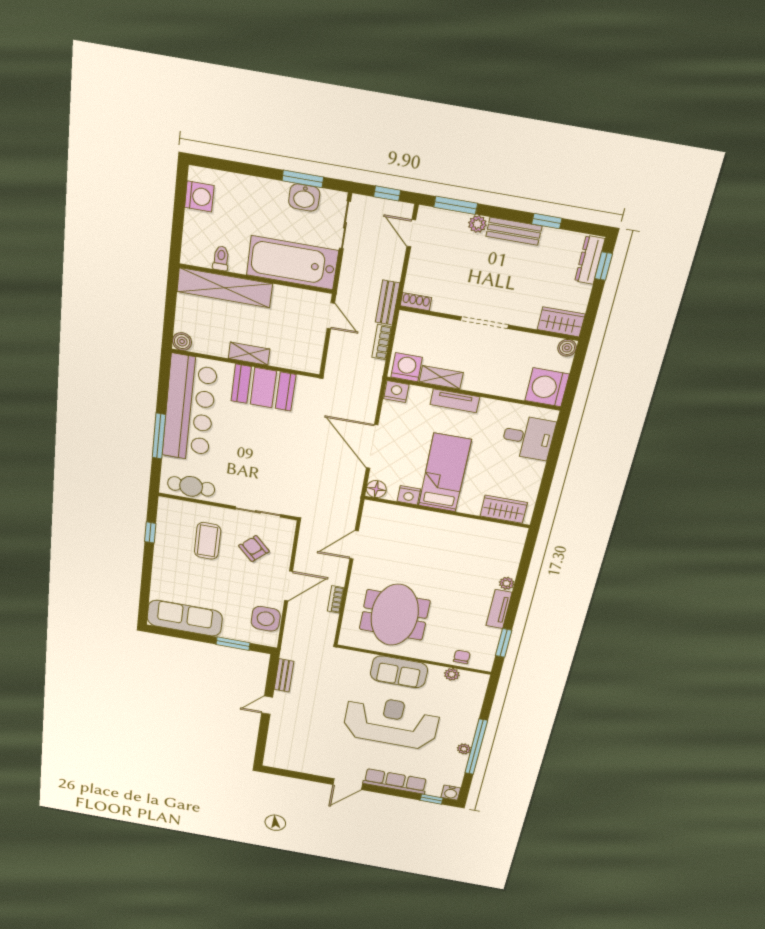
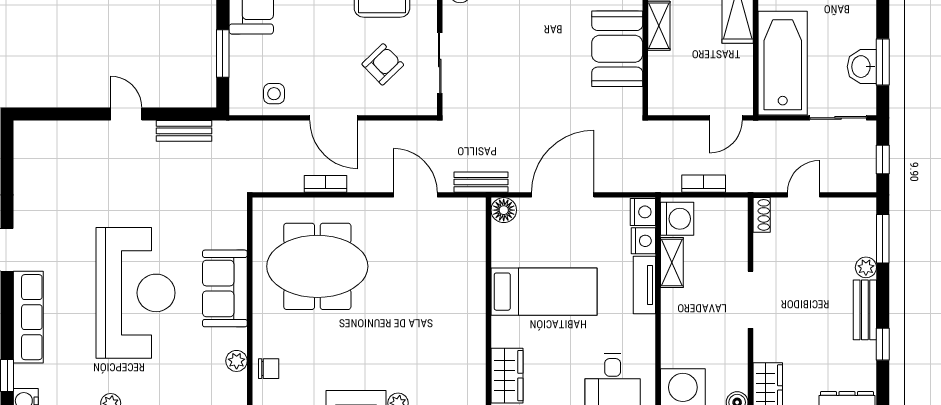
door: (411, 233) -> (804, 195), moved
bench: (388, 303) -> (481, 182), moved
nightstand: (409, 495) -> (643, 241), moved, turned 180
side table: (266, 619) -> (274, 94), width x0.54, depth x0.54

